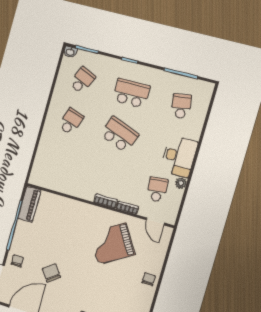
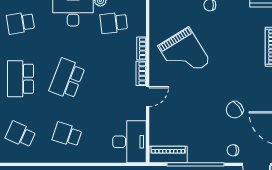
desk: (49, 174) -> (129, 142), added
door: (155, 221) -> (148, 96), moved

